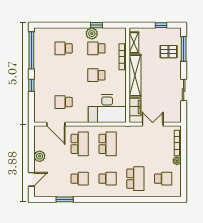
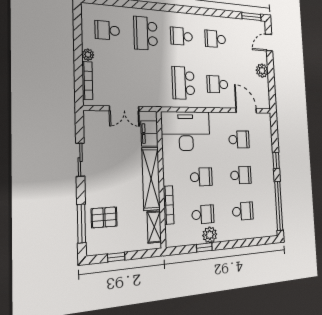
school desk: (64, 75) -> (241, 175), added
school desk: (80, 144) -> (217, 84), width x0.54
window: (65, 199) -> (251, 17), moved

